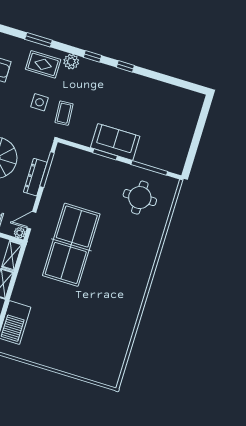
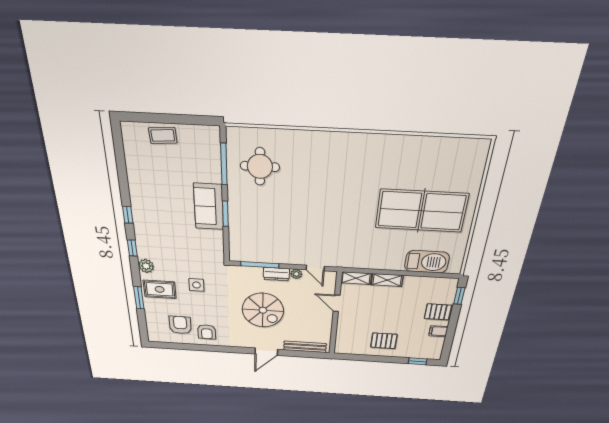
rug: (43, 64) -> (160, 289), turned 90
coffee table: (64, 113) -> (163, 135), moved
dresser: (35, 177) -> (276, 274), width x0.70
plant: (20, 233) -> (296, 274), moved
table tennis table: (71, 245) -> (421, 211), moved

